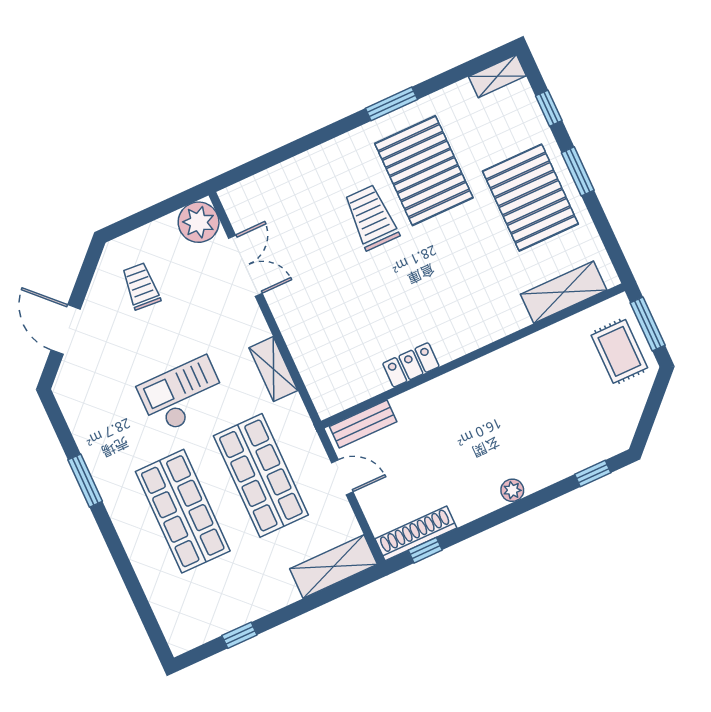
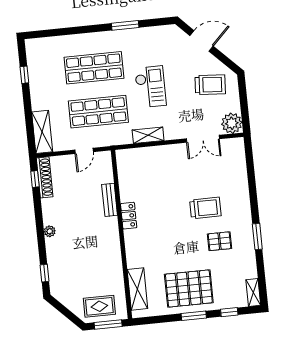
pallet: (424, 171) -> (220, 241), width x0.49, depth x0.50
trolley: (141, 286) -> (210, 85), width x1.36, depth x1.39
locker: (411, 365) -> (129, 216), moved
bench: (363, 424) -> (110, 200), moved

